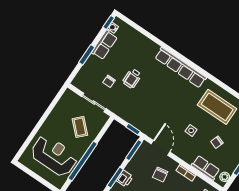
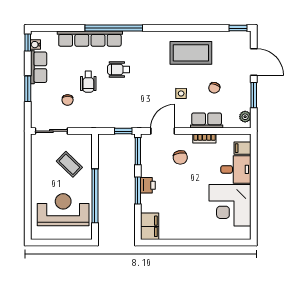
window: (175, 53) -> (114, 28), added
row of seats: (181, 68) -> (90, 39), moved
wheelchair: (159, 84) -> (119, 70), added
sliding door: (94, 103) -> (51, 131), moved
door: (161, 148) -> (163, 131), hinge flipped
row of seats: (206, 168) -> (207, 121), moved

